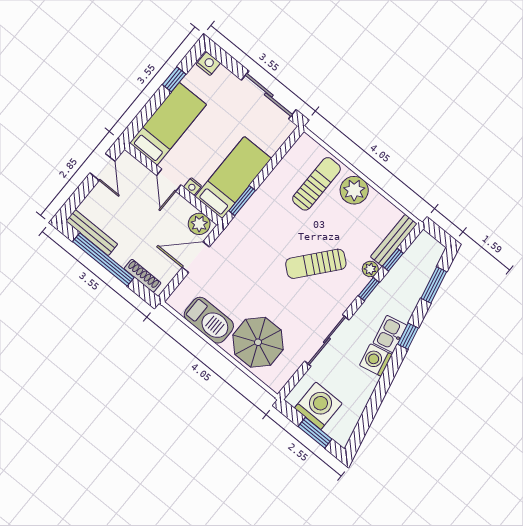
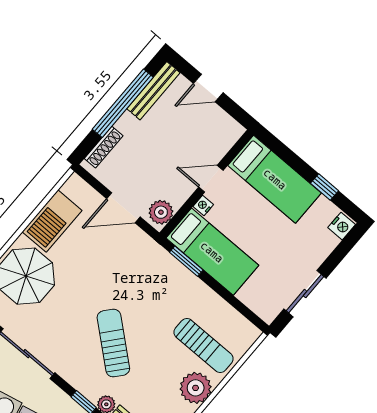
sliding door: (269, 95) -> (305, 294), width x0.73
door: (102, 167) -> (208, 88), moved
door: (196, 257) -> (123, 208), swing flipped

